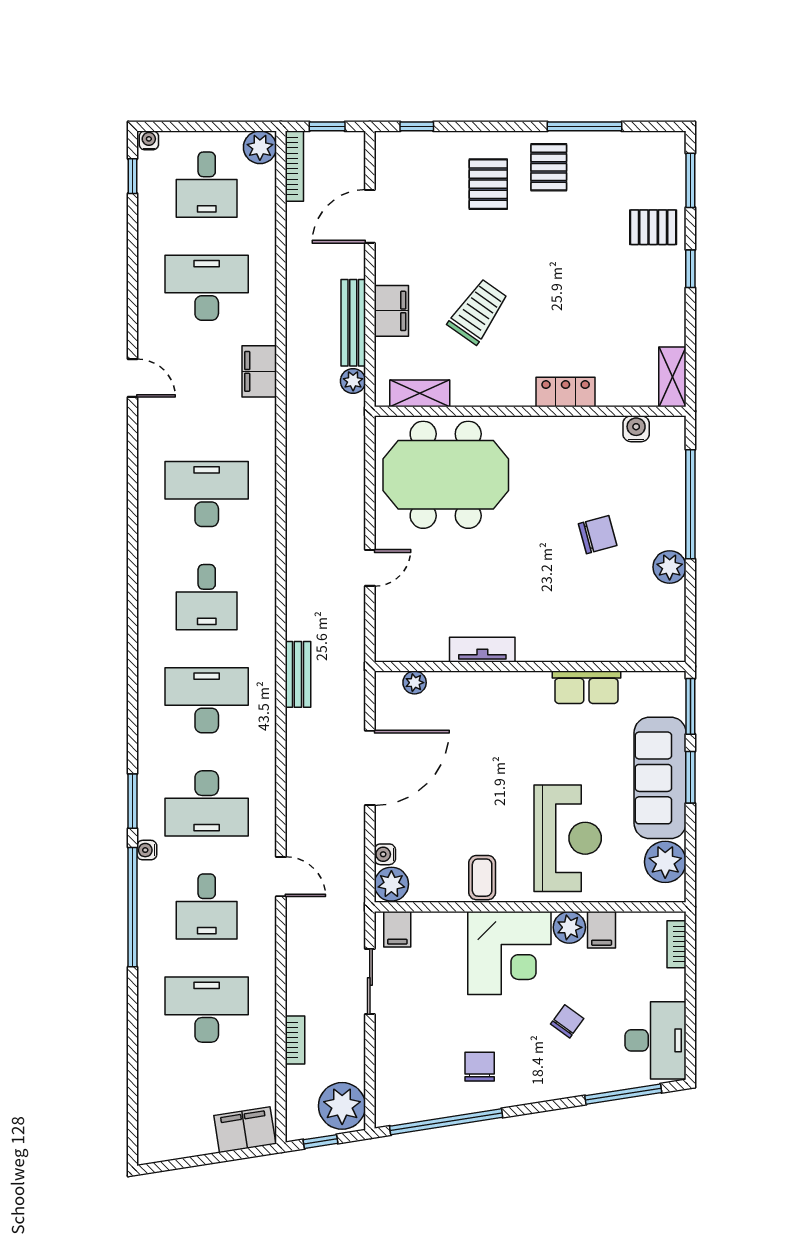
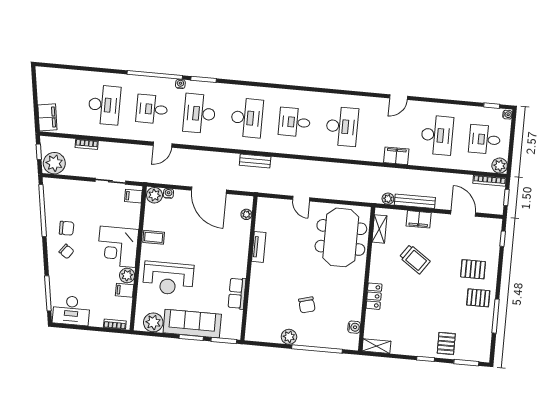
chair: (567, 1021) -> (66, 251), moved

